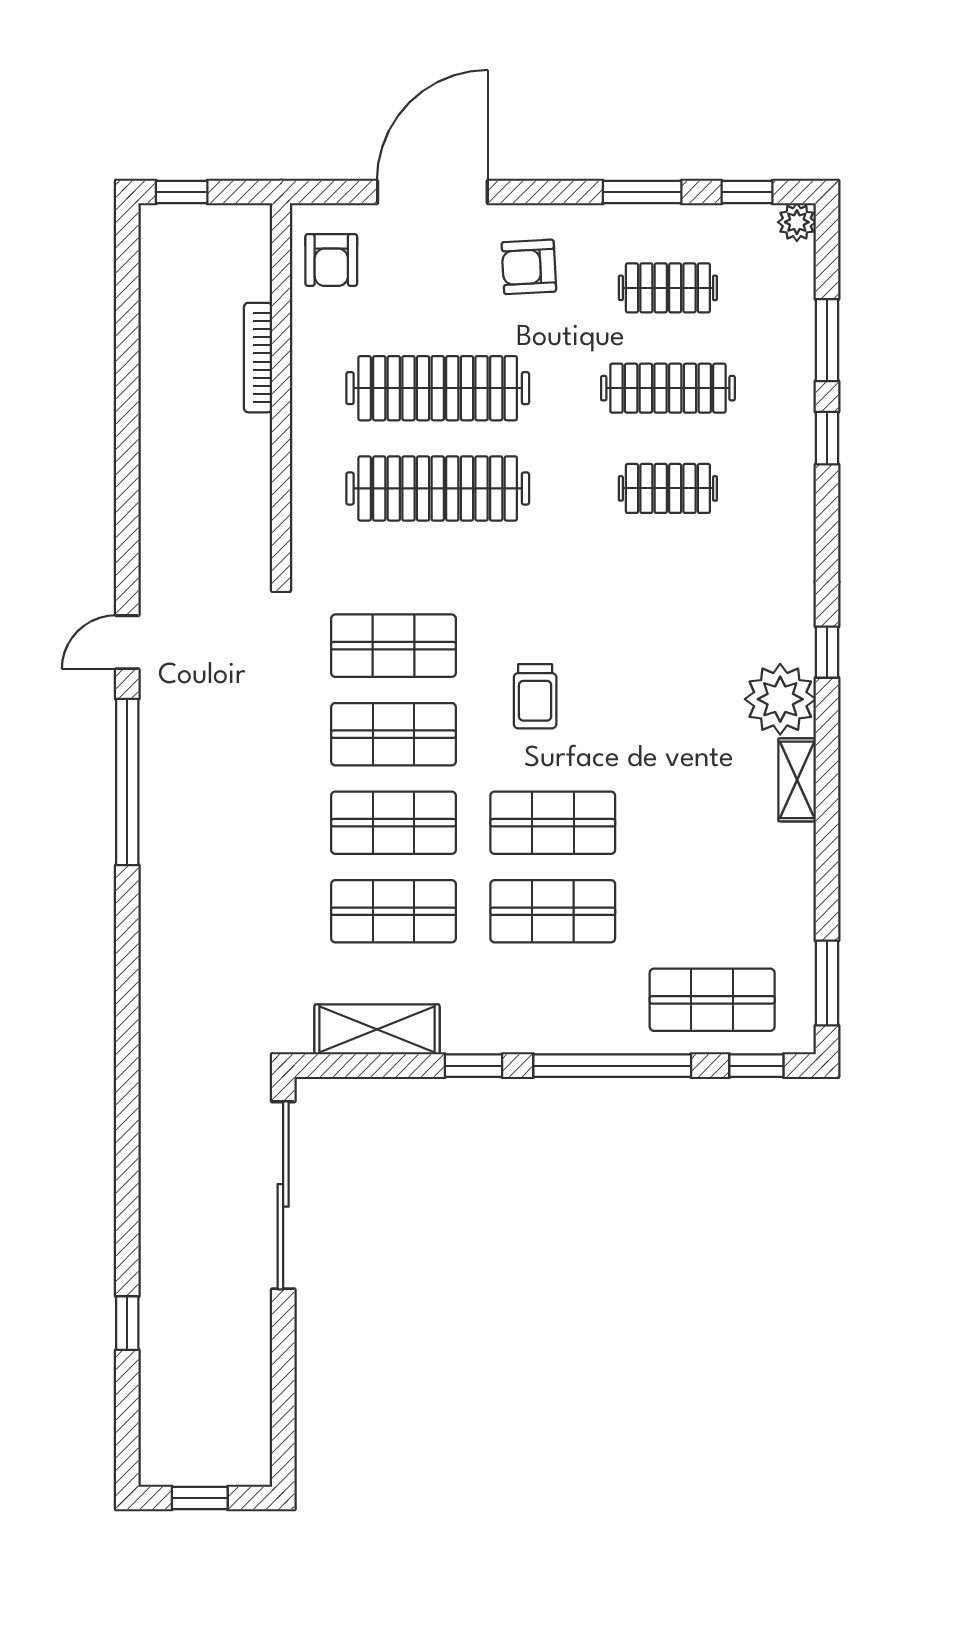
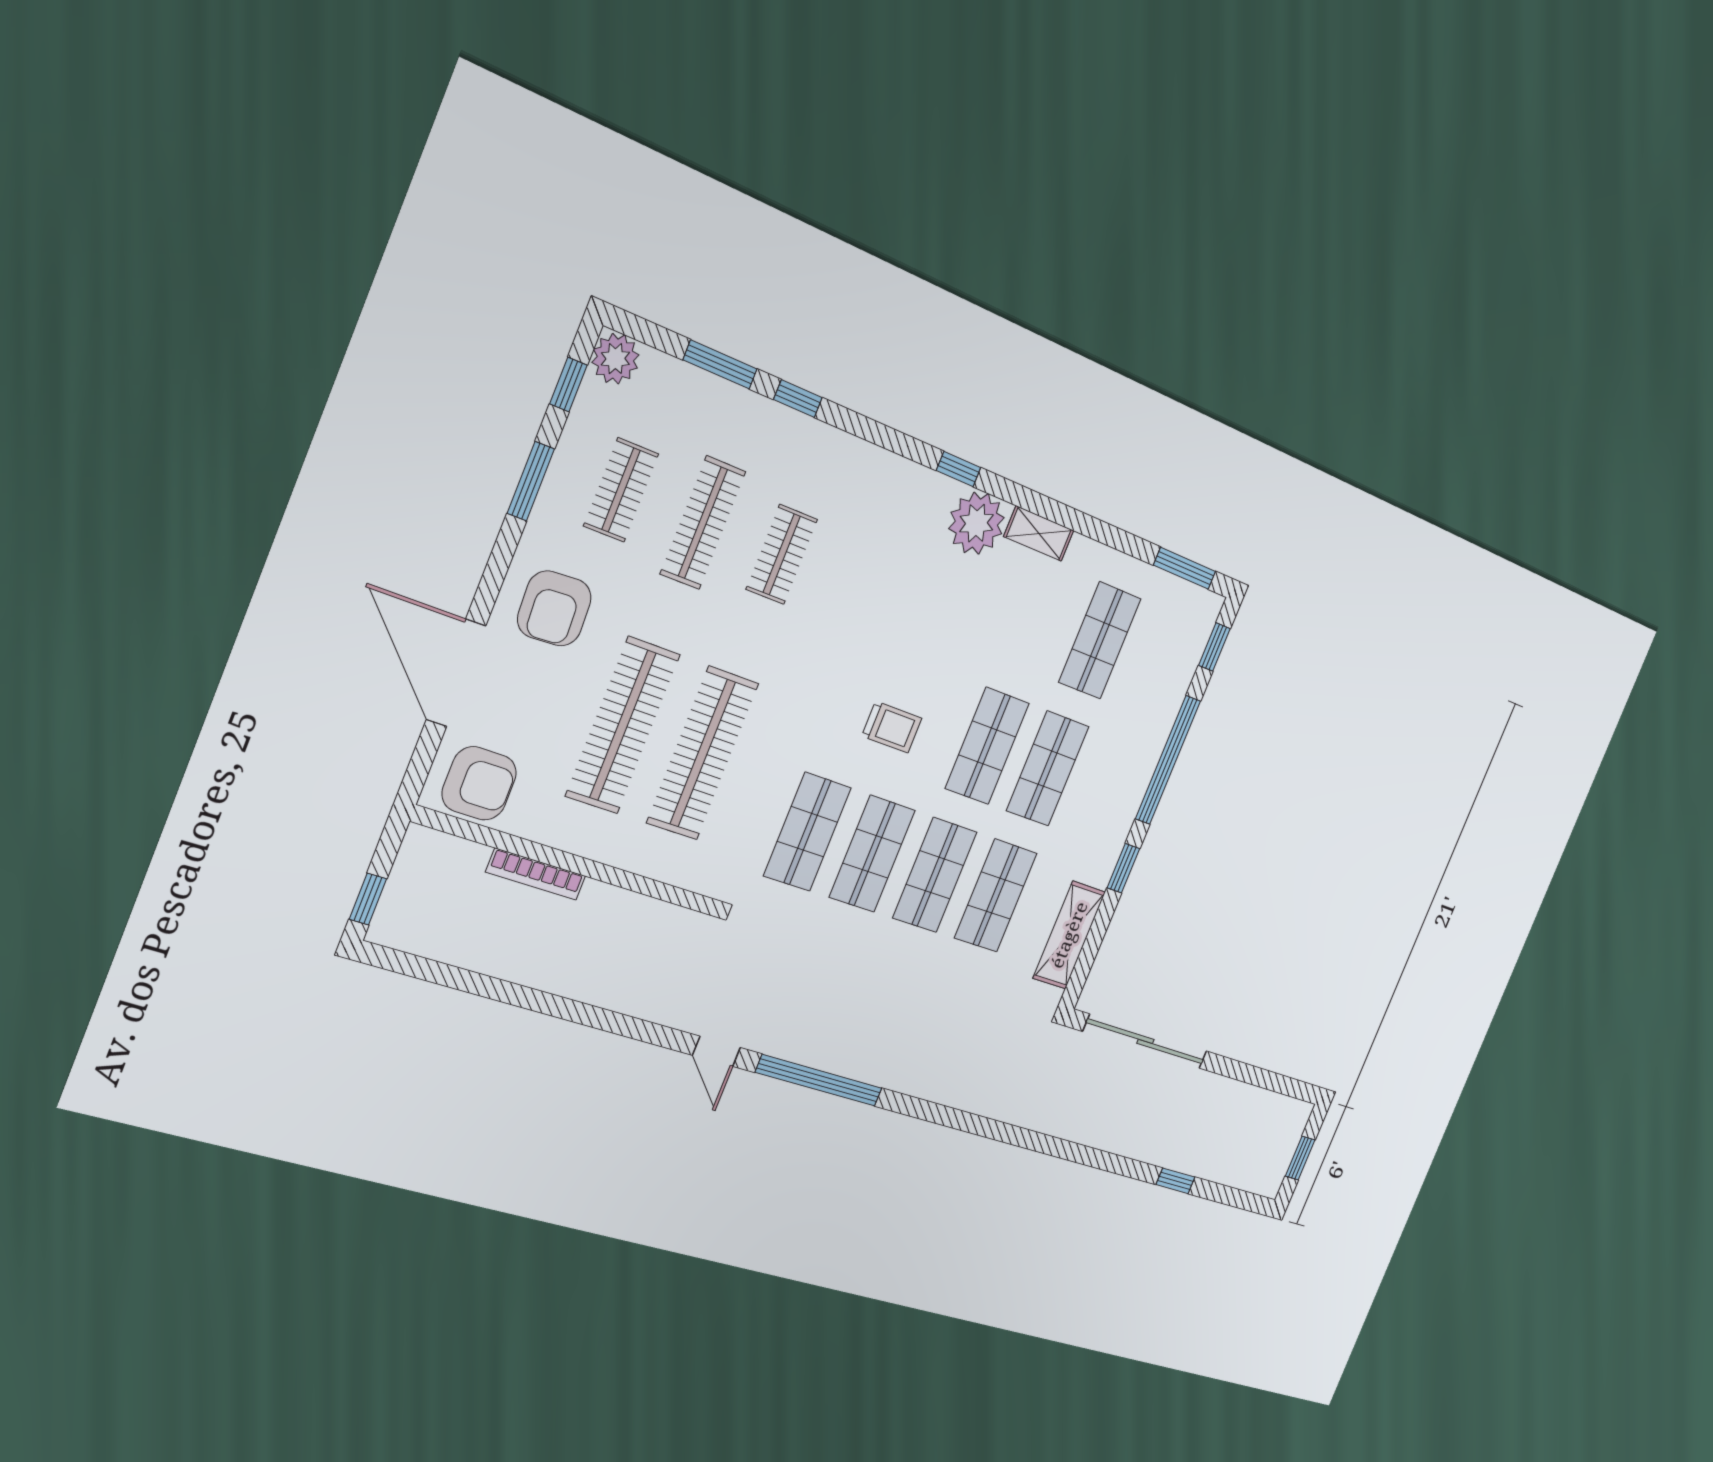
plant: (797, 222) -> (615, 359), width x1.38, depth x1.38
armchair: (331, 260) -> (479, 783), width x1.38, depth x1.38
armchair: (529, 267) -> (554, 608), width x1.38, depth x1.38
shop shelf: (712, 1000) -> (1100, 640), moved

